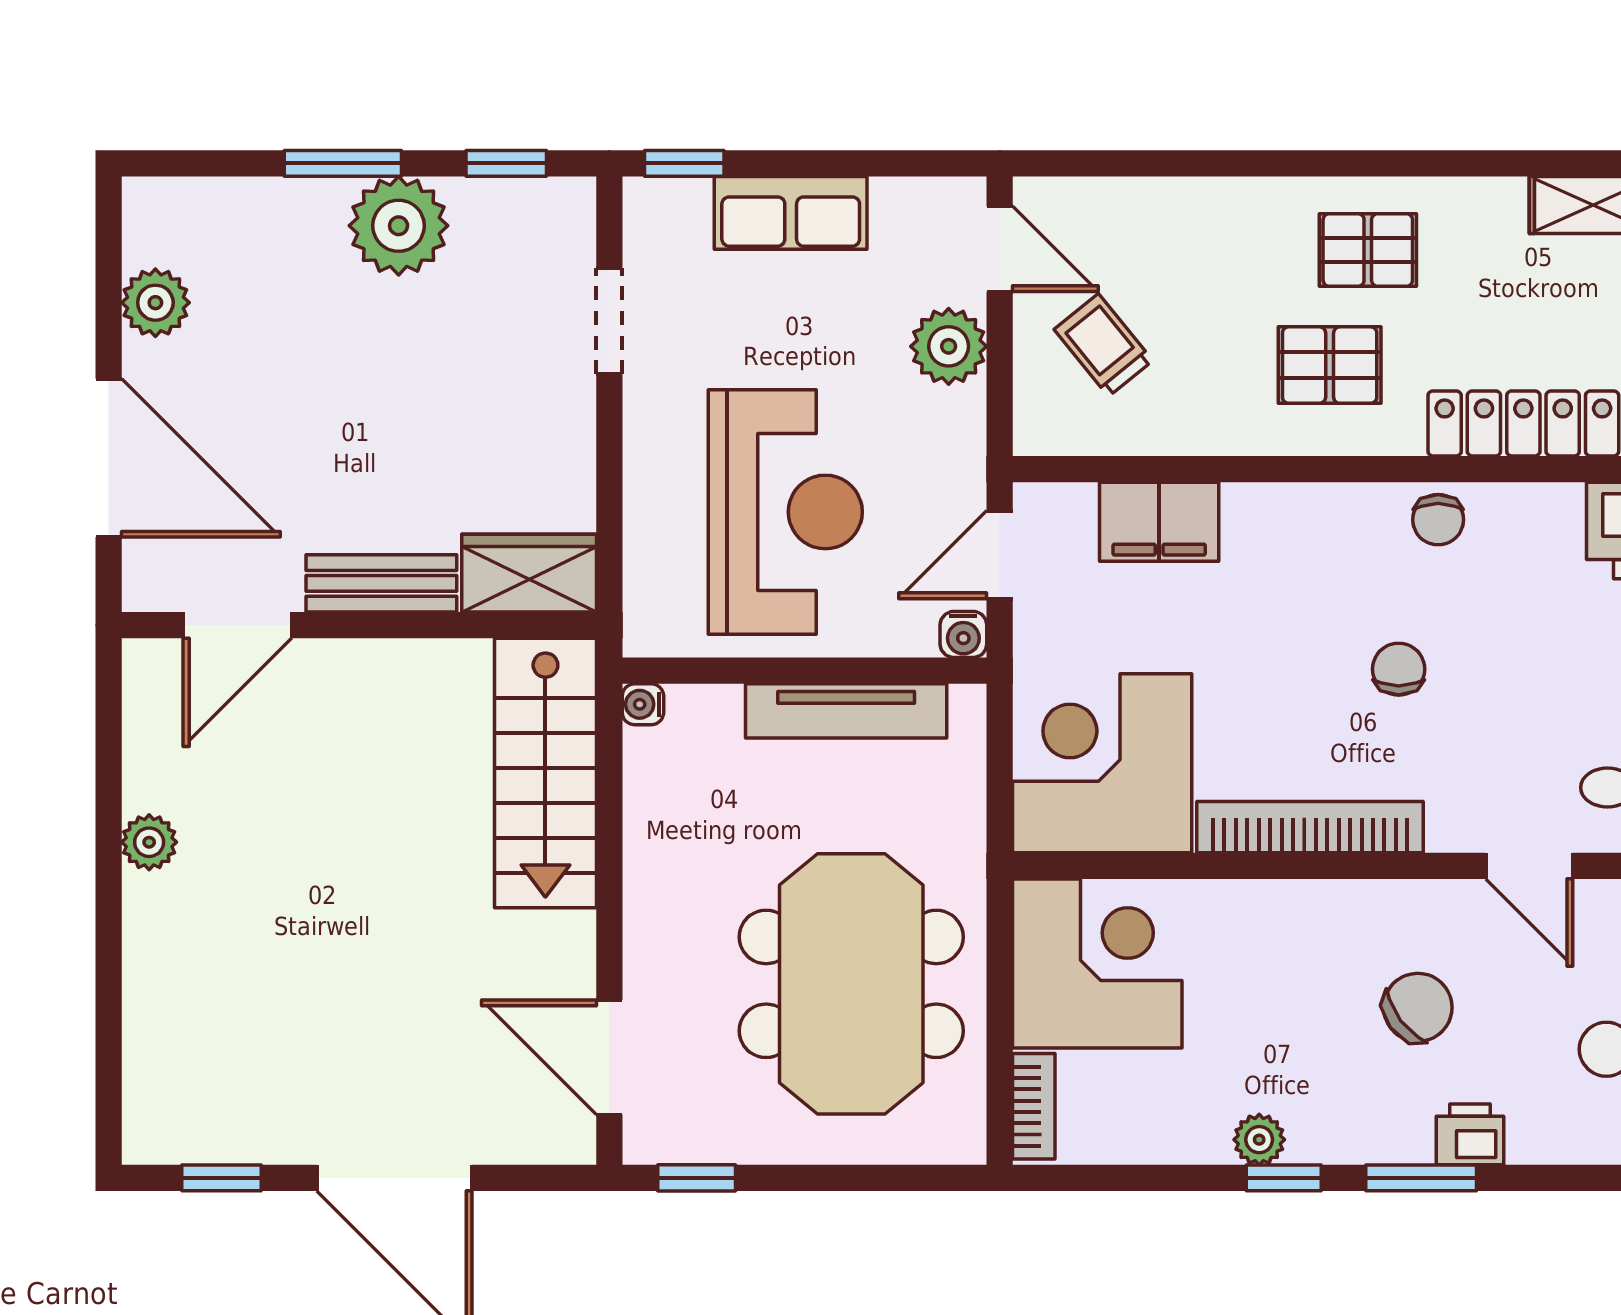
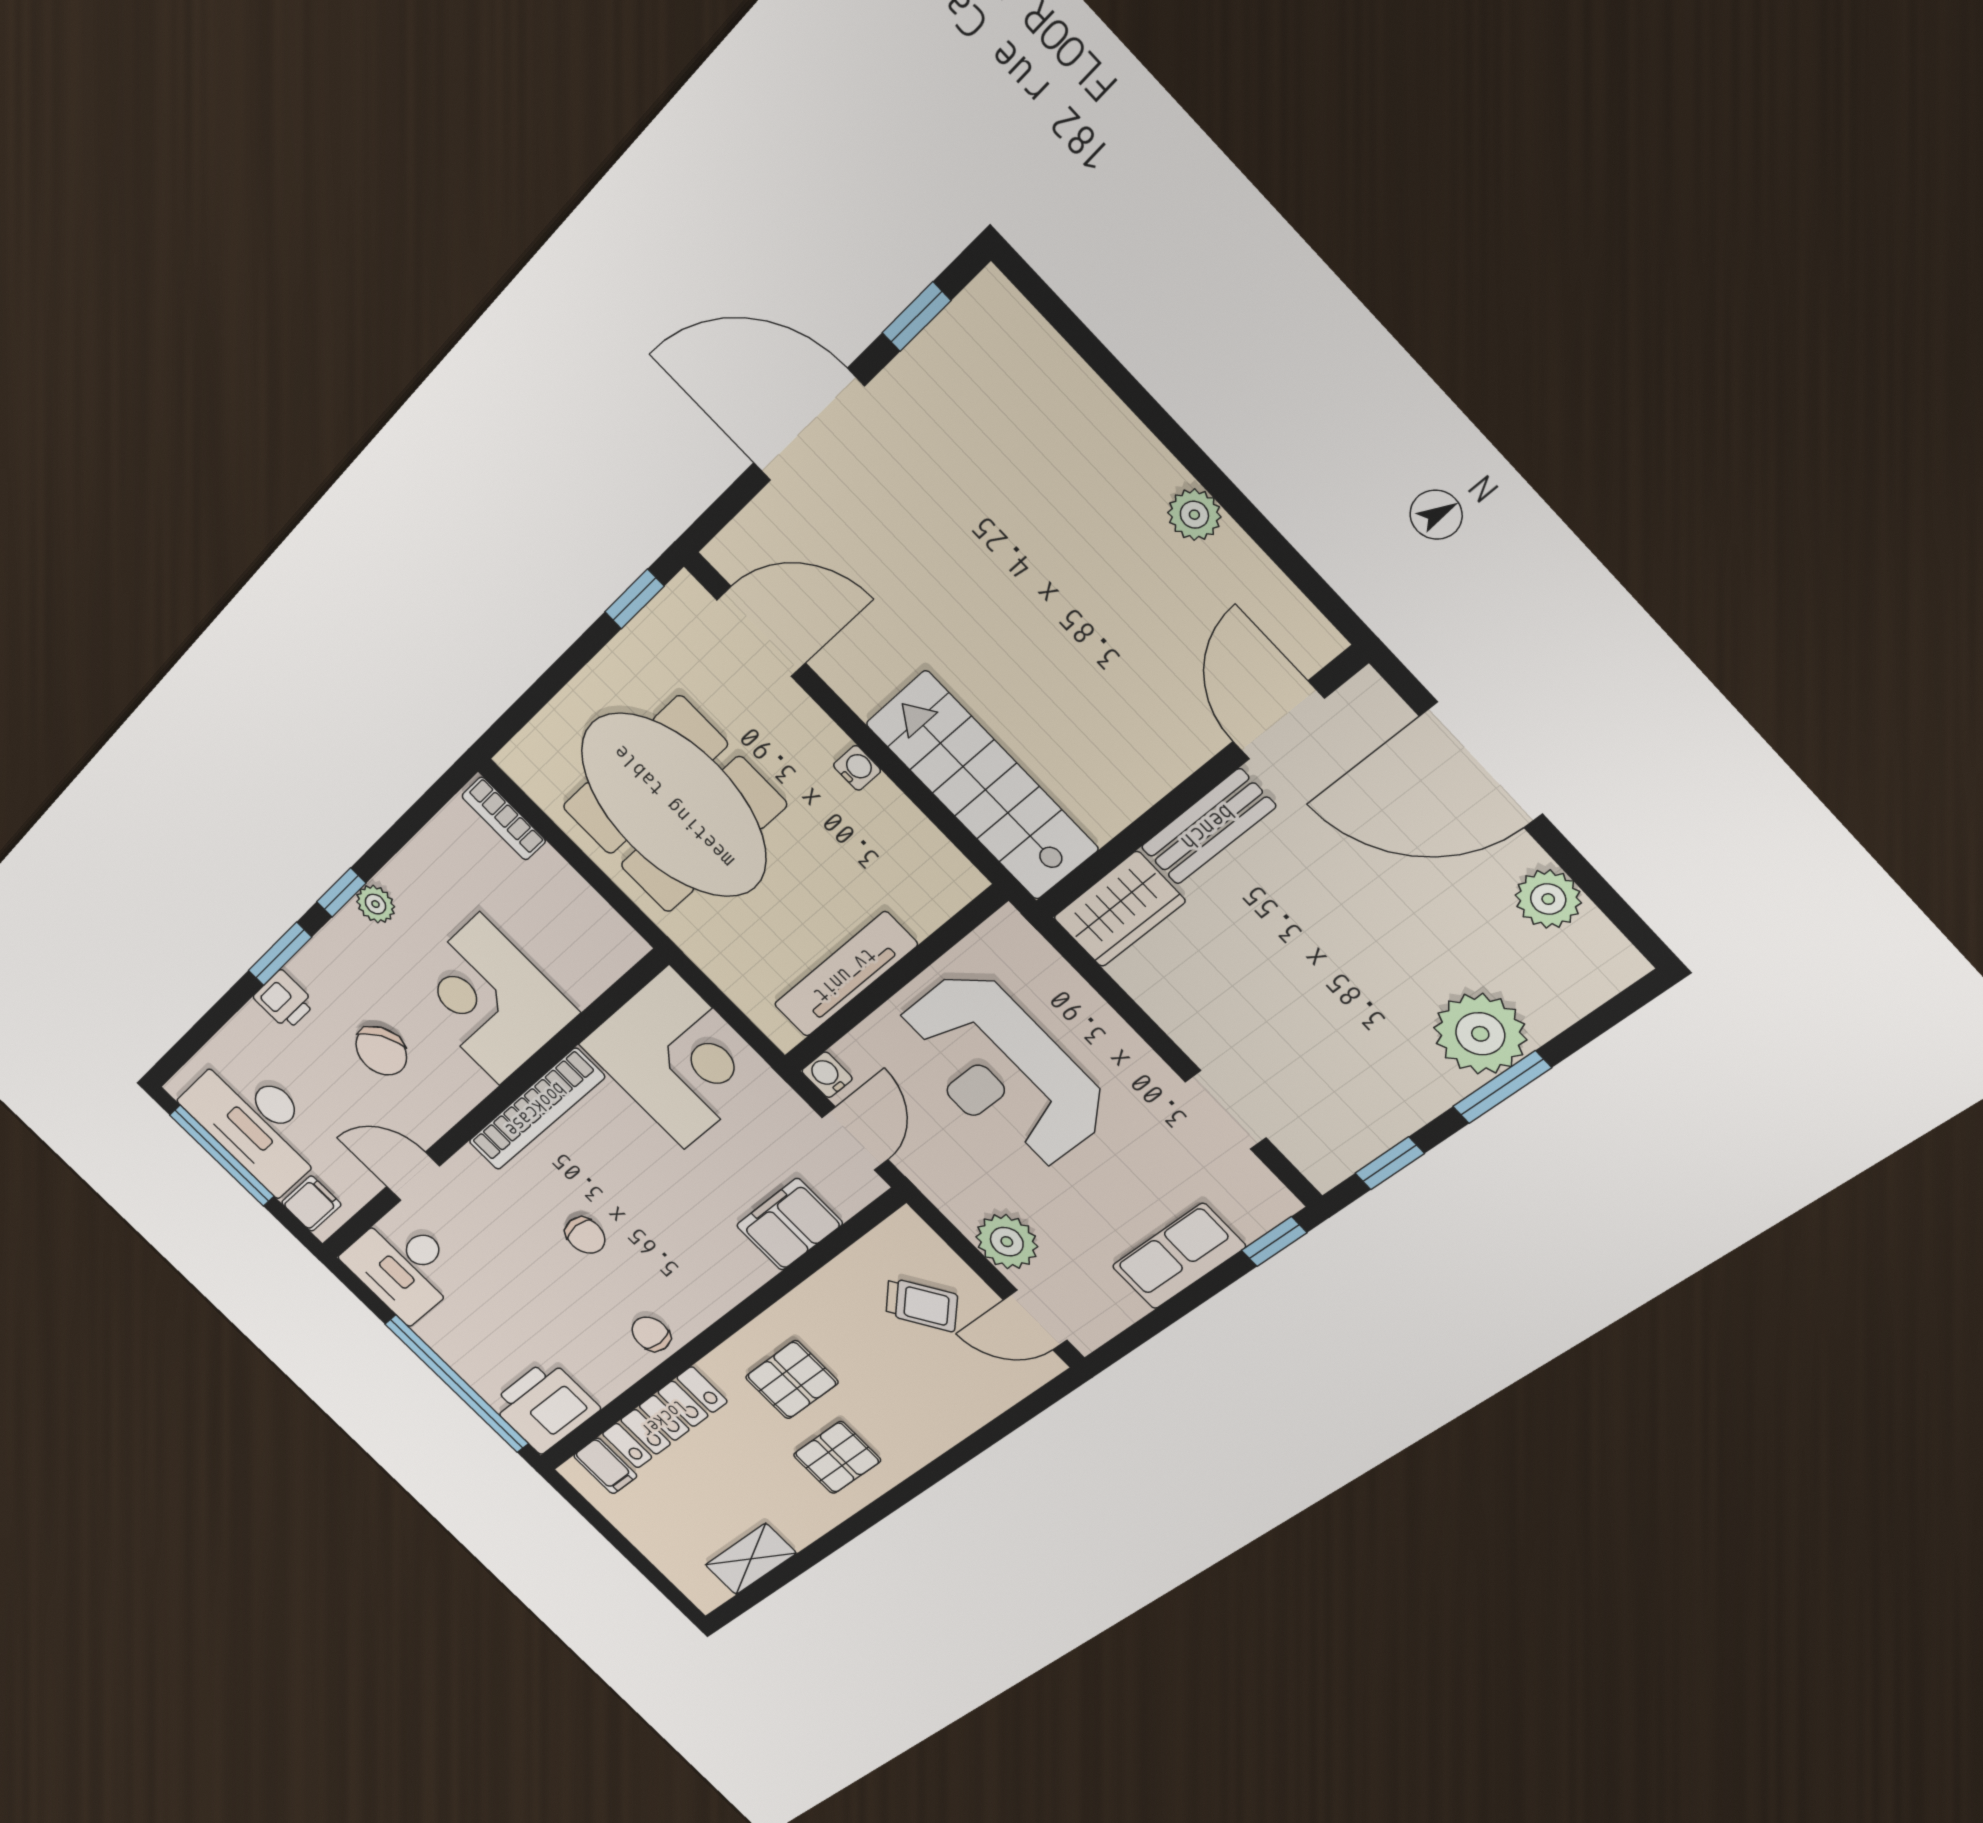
plant: (399, 226) -> (1480, 1034), moved
water cooler: (643, 704) -> (857, 768), moved
corner desk: (1097, 963) -> (490, 1000), moved, turned 90

